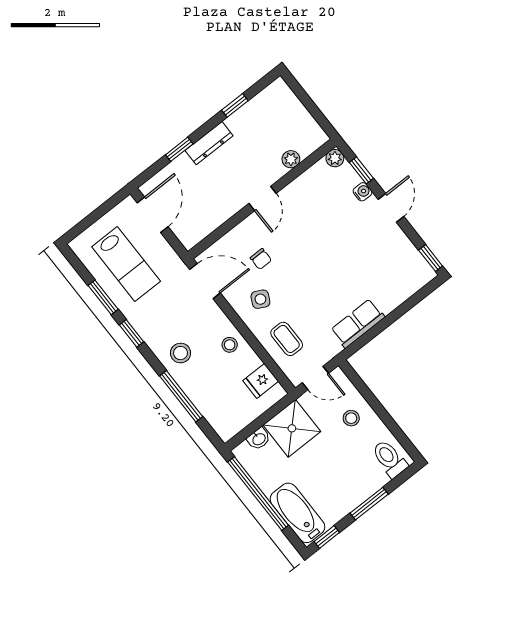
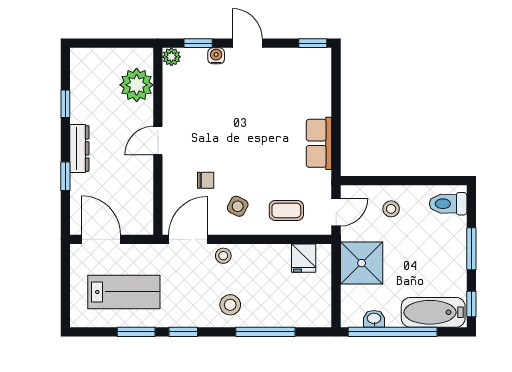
plant: (291, 159) -> (137, 85), width x1.88, depth x1.88
door: (263, 198) -> (158, 141), swing flipped
stool: (230, 345) -> (223, 256), moved
washbasin: (259, 439) -> (374, 319), moved, turned -90

